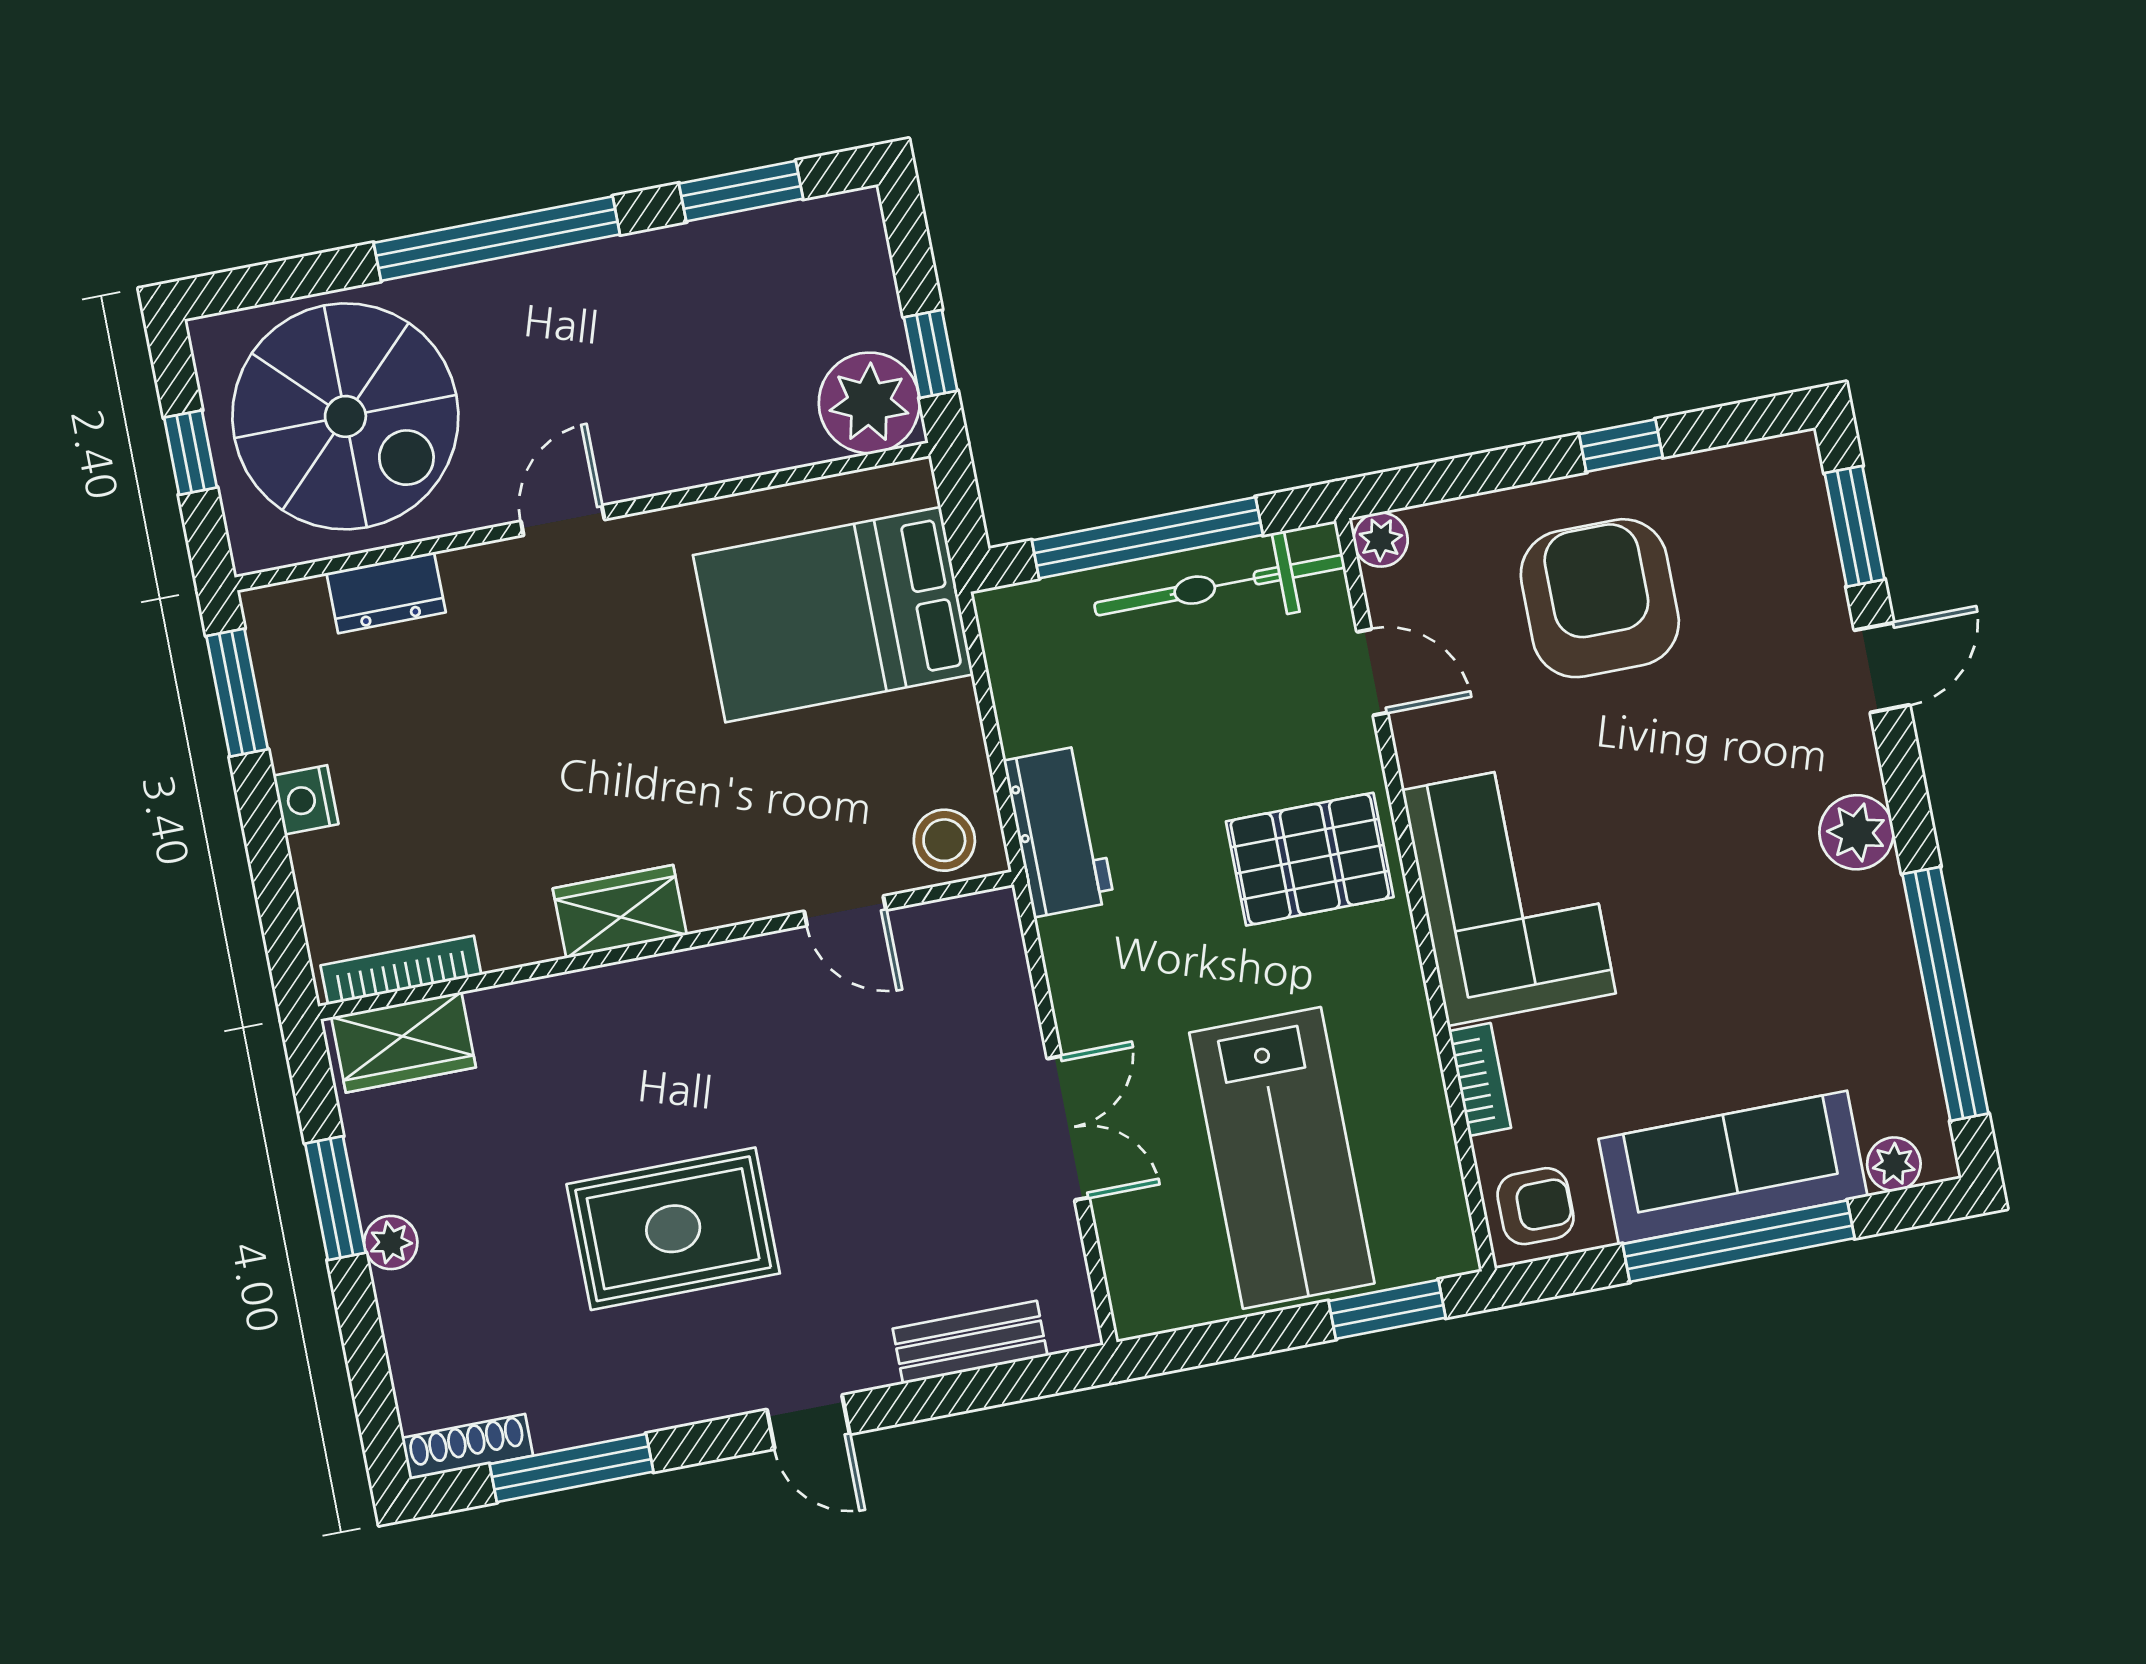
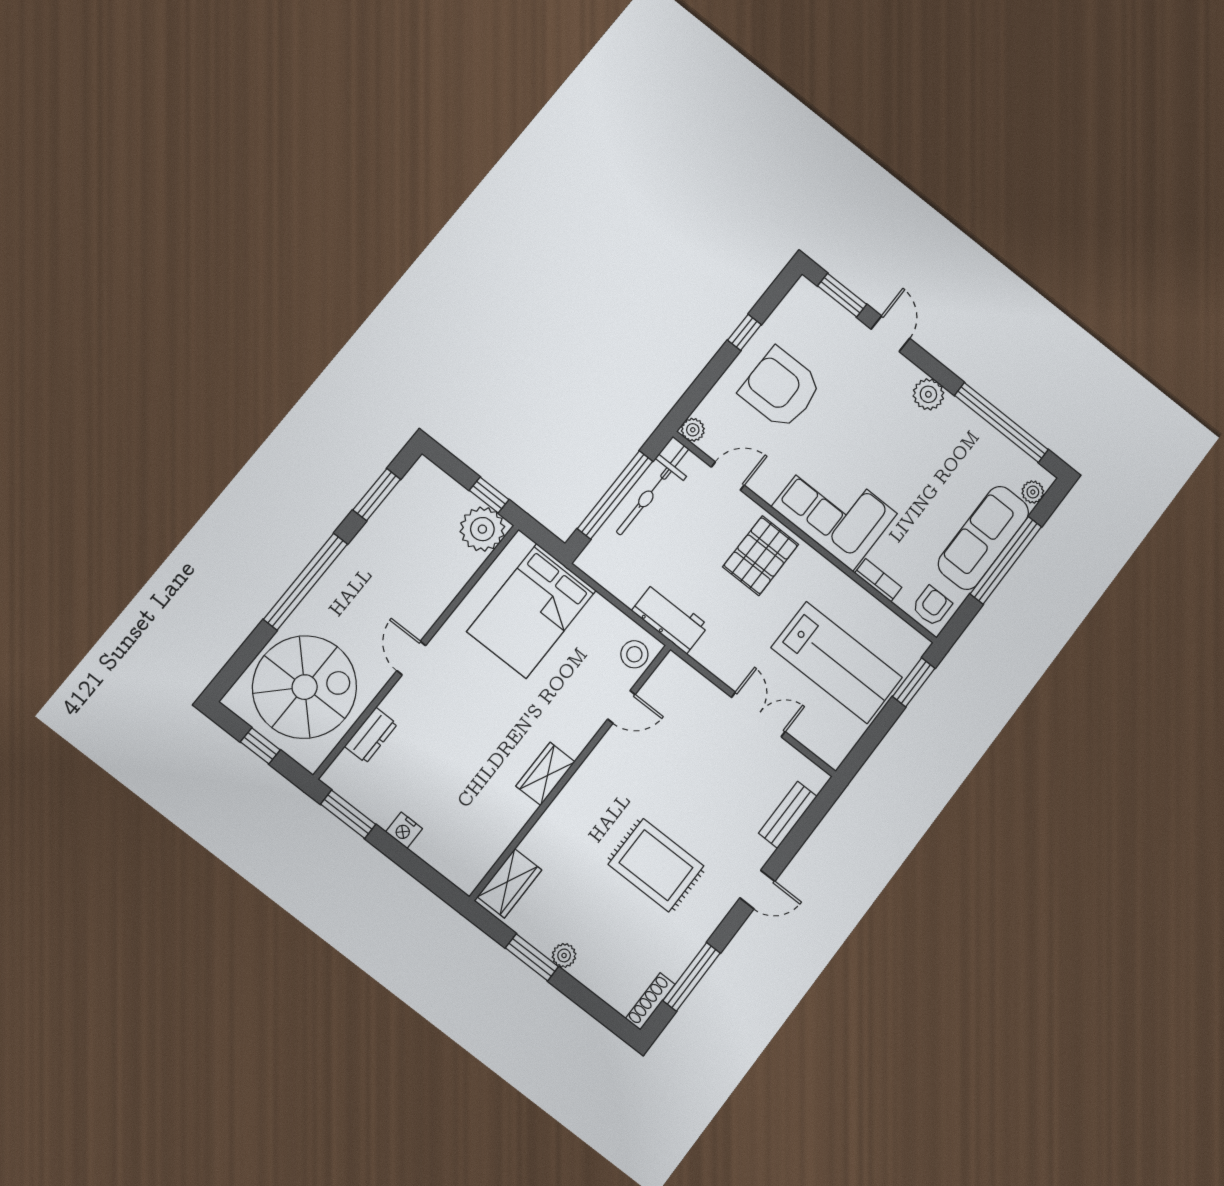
bookcase: (401, 970) -> (487, 860), removed
rug: (673, 1229) -> (656, 865), turned 90

